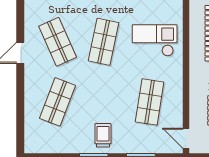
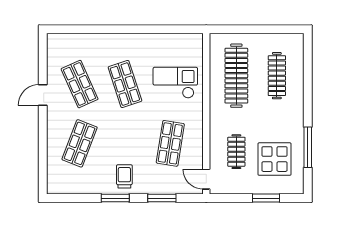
shop shelf: (104, 42) -> (125, 84), turned -30

